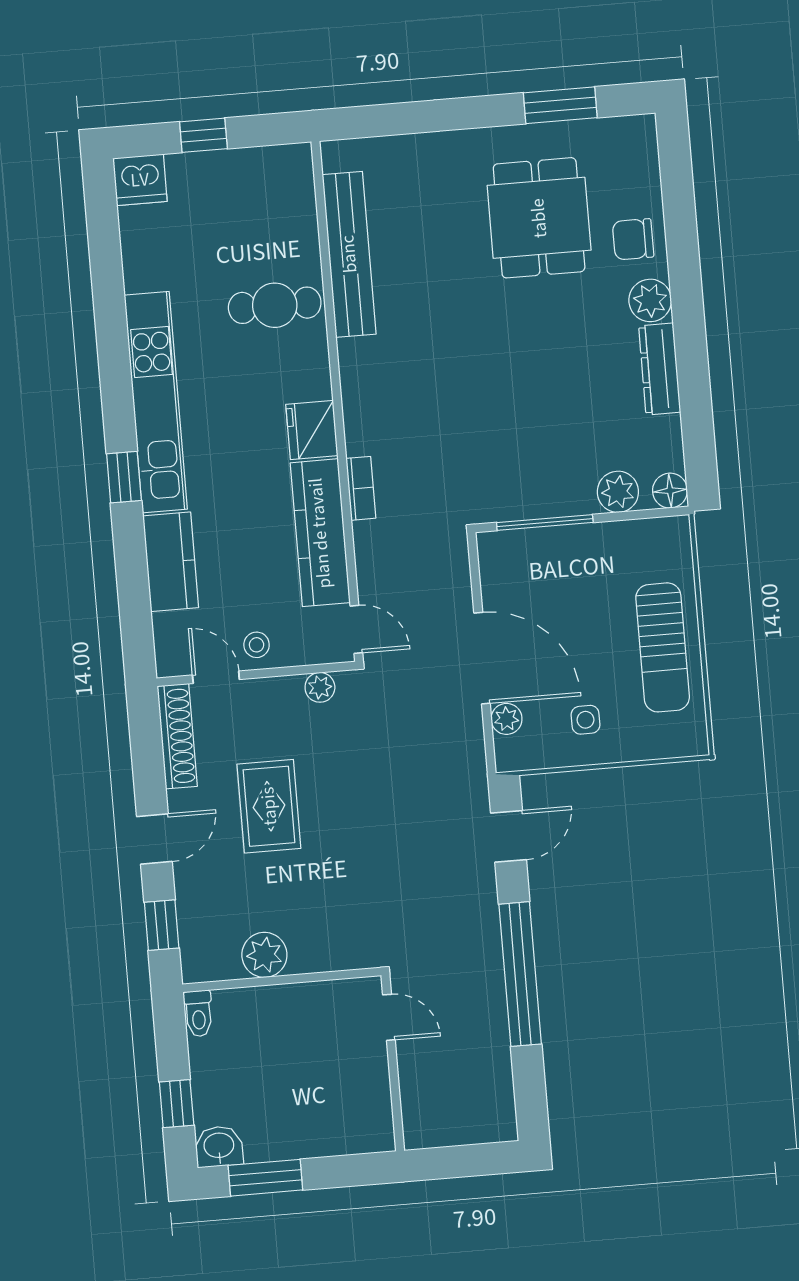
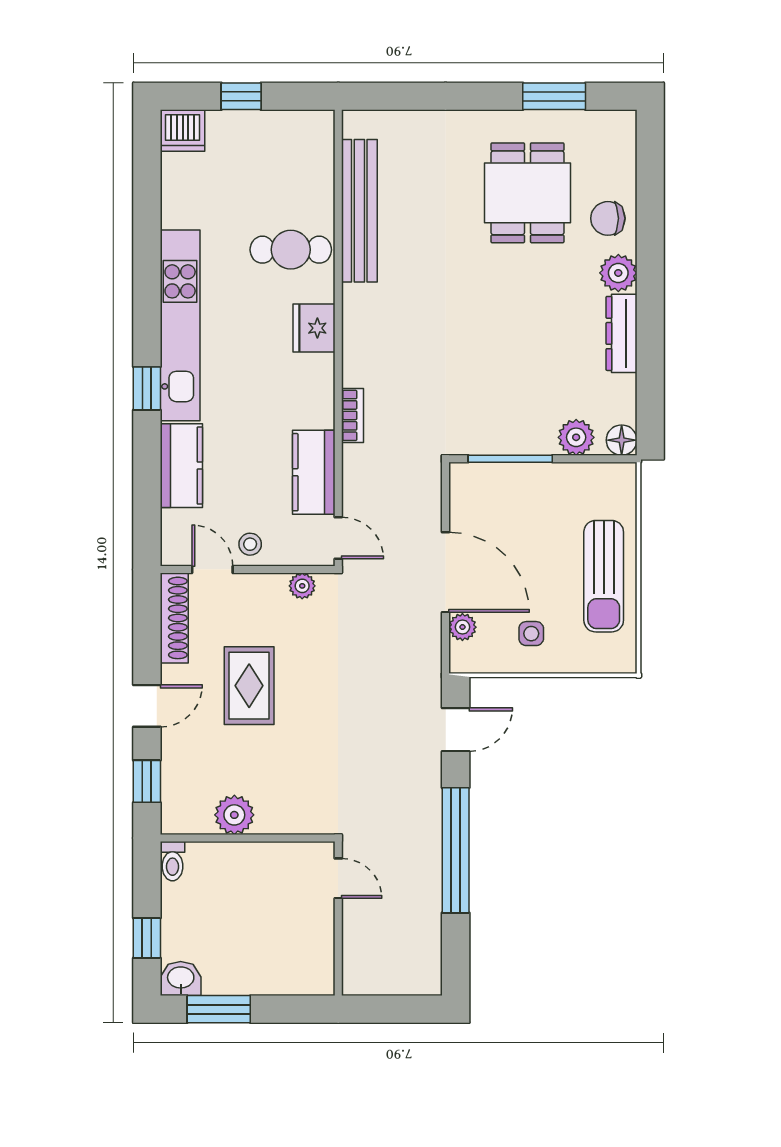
fridge: (312, 430) -> (314, 328), moved
kitchen counter: (320, 533) -> (314, 472), width x0.67

